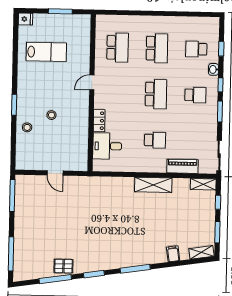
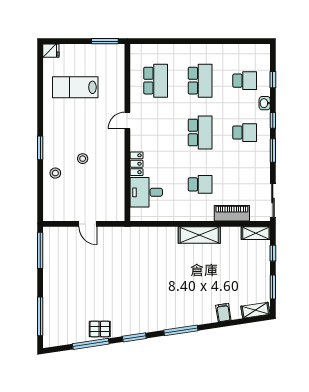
window: (60, 11) -> (105, 41), moved
school desk: (196, 49) -> (245, 81), turned 180
lab bench: (46, 52) -> (75, 87), turned 180

